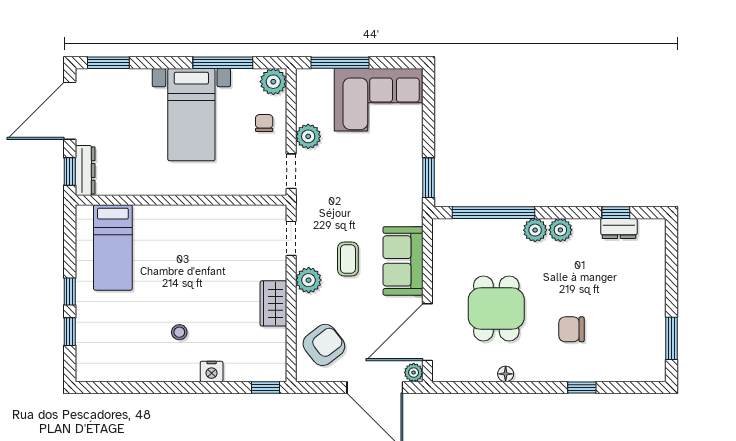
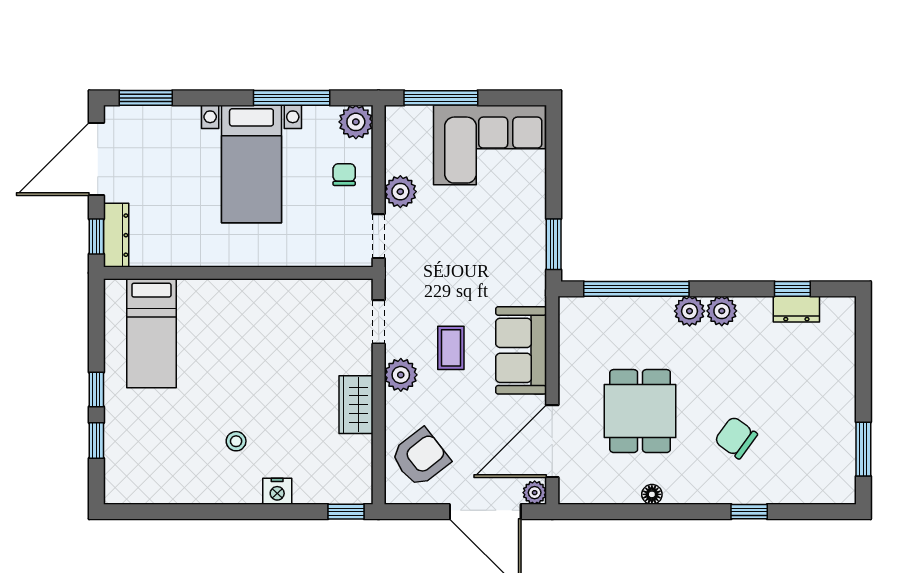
chair: (571, 329) -> (736, 438), turned 36

